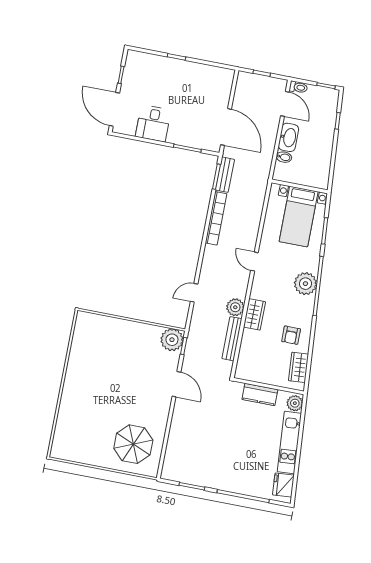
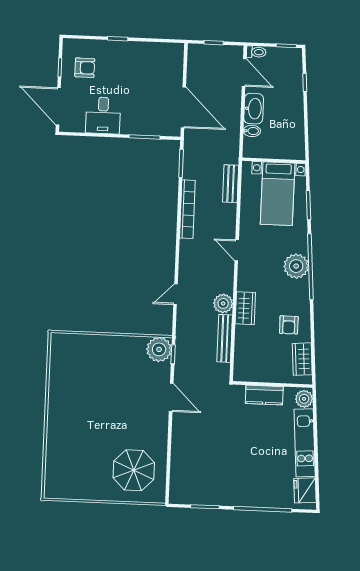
armchair: (143, 78) -> (85, 68), added
bench: (225, 175) -> (231, 184), moved

